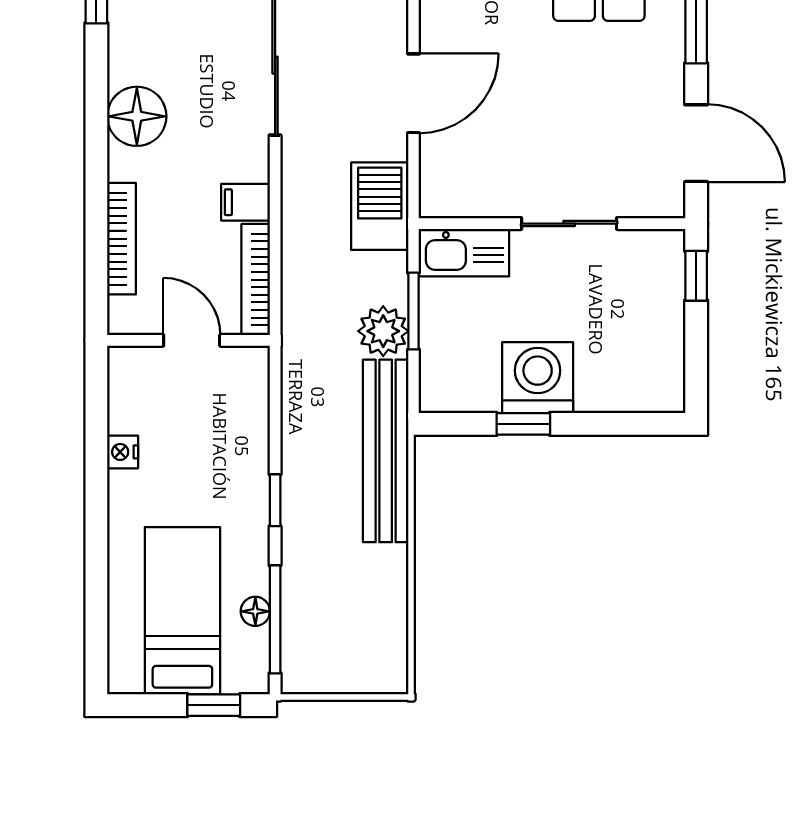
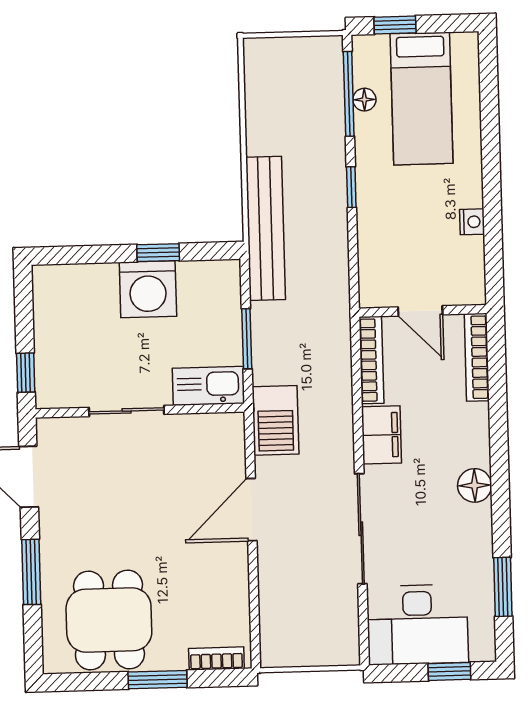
floor lamp: (137, 116) -> (475, 485), width x0.73, depth x0.73
filing cabinet: (245, 202) -> (381, 435), width x2.00
bookcase: (121, 239) -> (477, 357), moved
plant: (383, 331) -> (270, 322), removed

